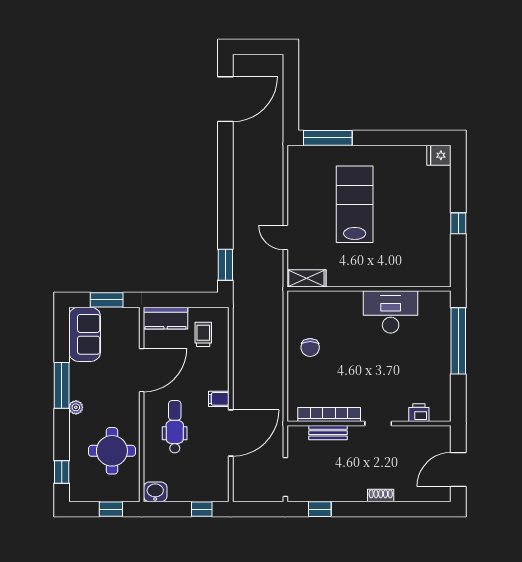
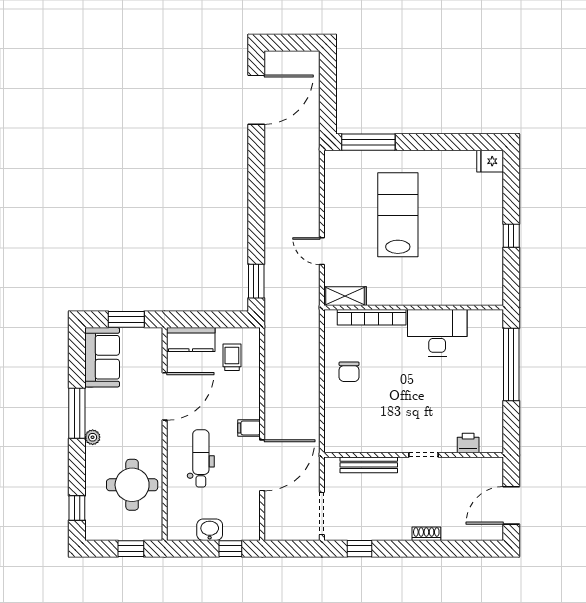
bookcase: (329, 415) -> (372, 317), moved, turned 180
bench: (328, 433) -> (369, 465), width x1.36
washbasin: (155, 492) -> (210, 530), moved

